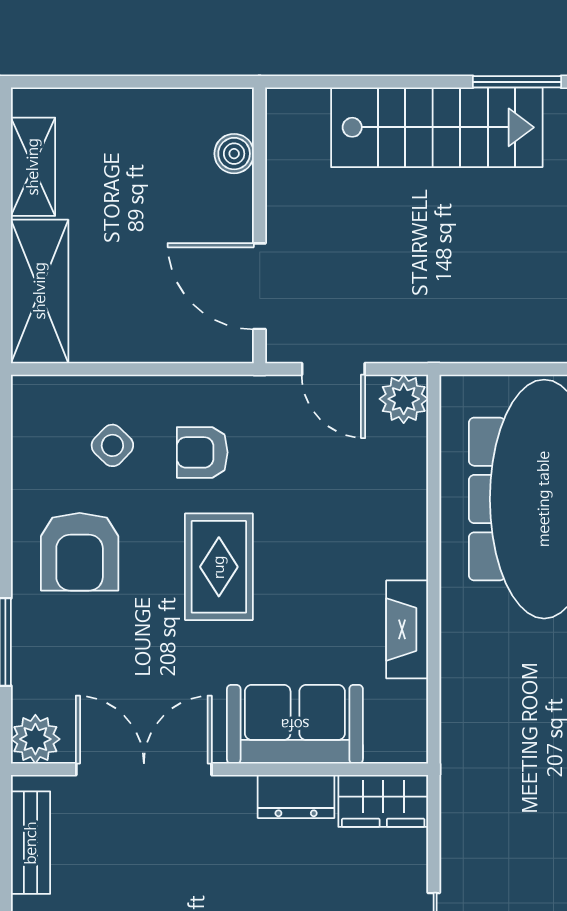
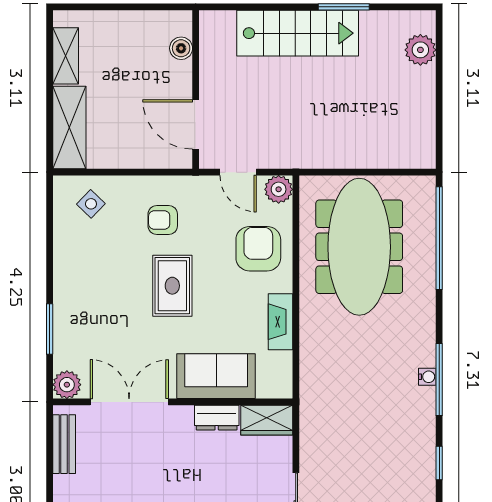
side table: (112, 445) -> (91, 204), moved
armchair: (80, 552) -> (258, 249), moved, turned 180

